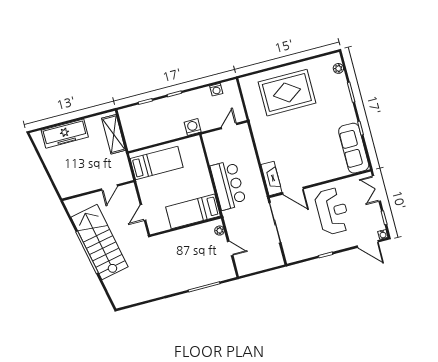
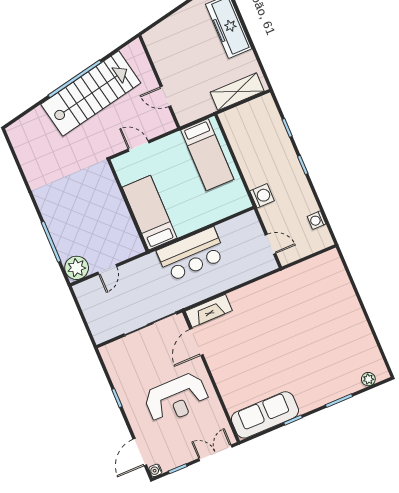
rug: (287, 93) -> (326, 315), removed
plant: (219, 231) -> (77, 268), moved, width x1.87, depth x1.87

